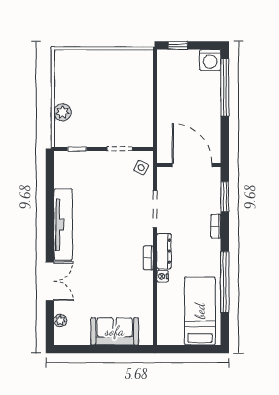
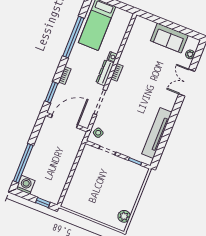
plant: (62, 112) -> (124, 216), moved
door: (192, 165) -> (65, 121), swing flipped
tv unit: (63, 225) -> (157, 133), moved
sofa: (115, 331) -> (169, 38), moved

